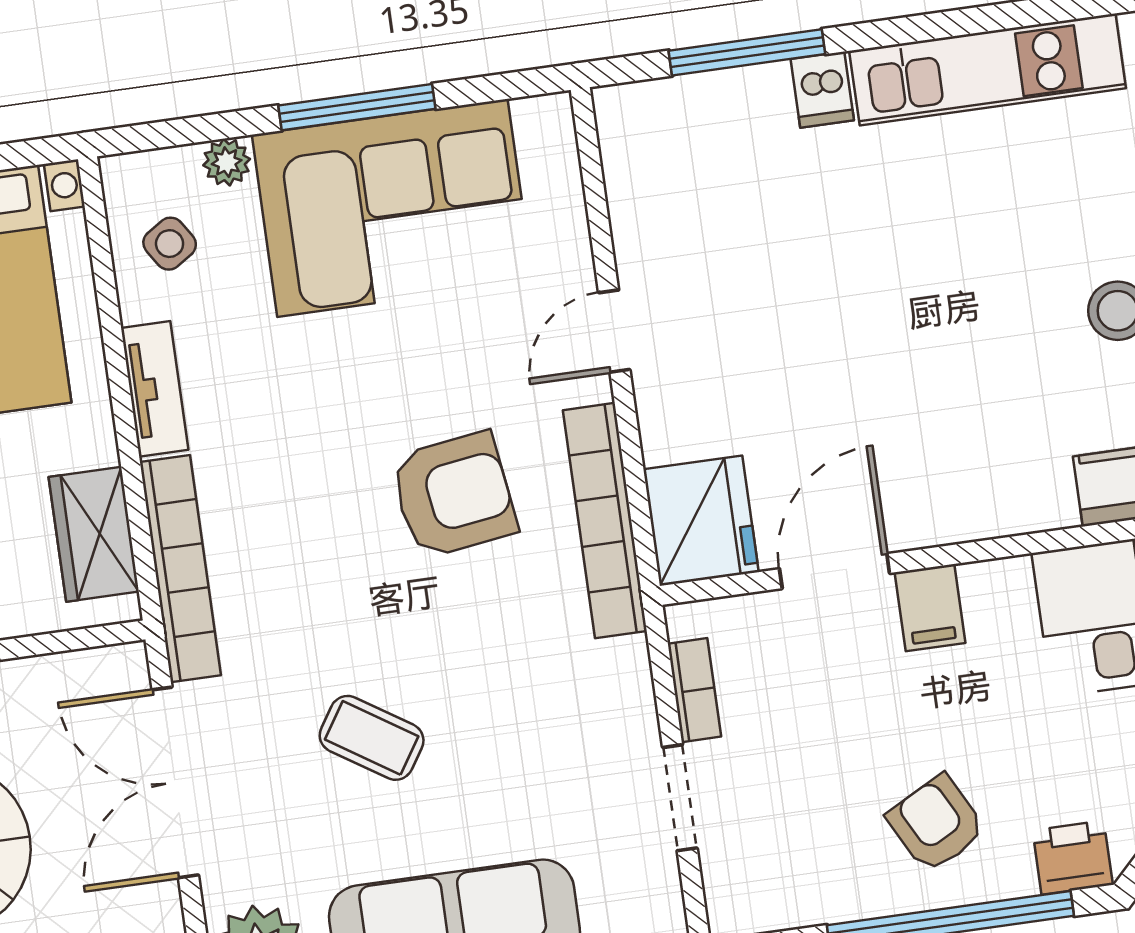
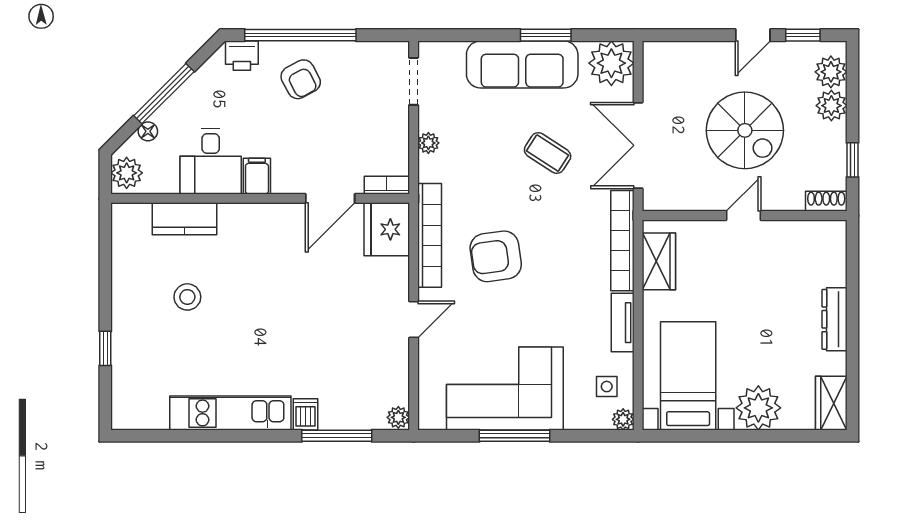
plant: (618, 112) -> (398, 417), added
plant: (227, 162) -> (623, 419), moved
side table: (170, 244) -> (607, 387), turned 33
filing cabinet: (930, 608) -> (257, 176), moved
bookcase: (694, 690) -> (387, 185), moved, turned 90
plant: (636, 723) -> (428, 143), added
double door: (175, 782) -> (638, 145), swing flipped
doorway: (680, 798) -> (414, 81), moved

